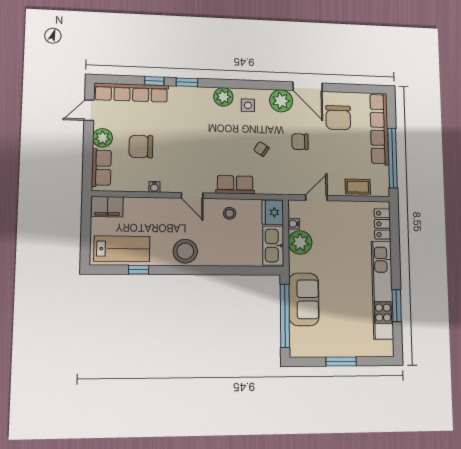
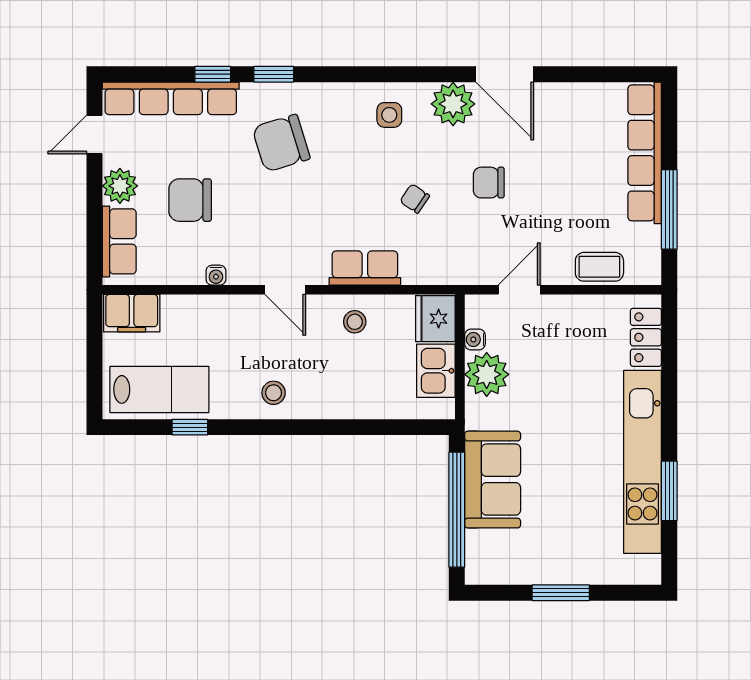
plant: (223, 97) -> (342, 100), removed
chair: (338, 118) -> (281, 143), moved, turned 73
window: (392, 158) -> (669, 209), width x0.68
kitchen sink: (273, 246) -> (436, 371), width x0.73
stool: (185, 251) -> (274, 393), width x0.53, depth x0.53

